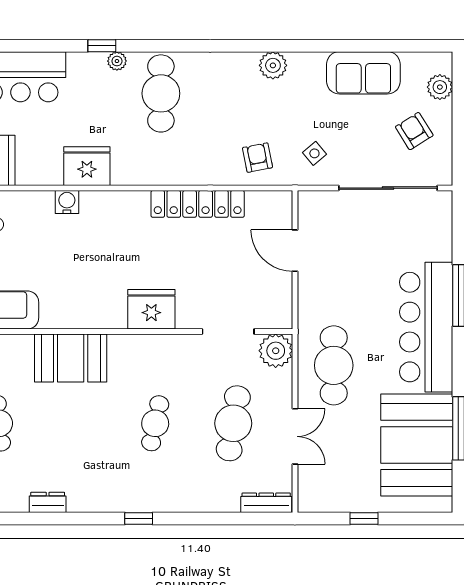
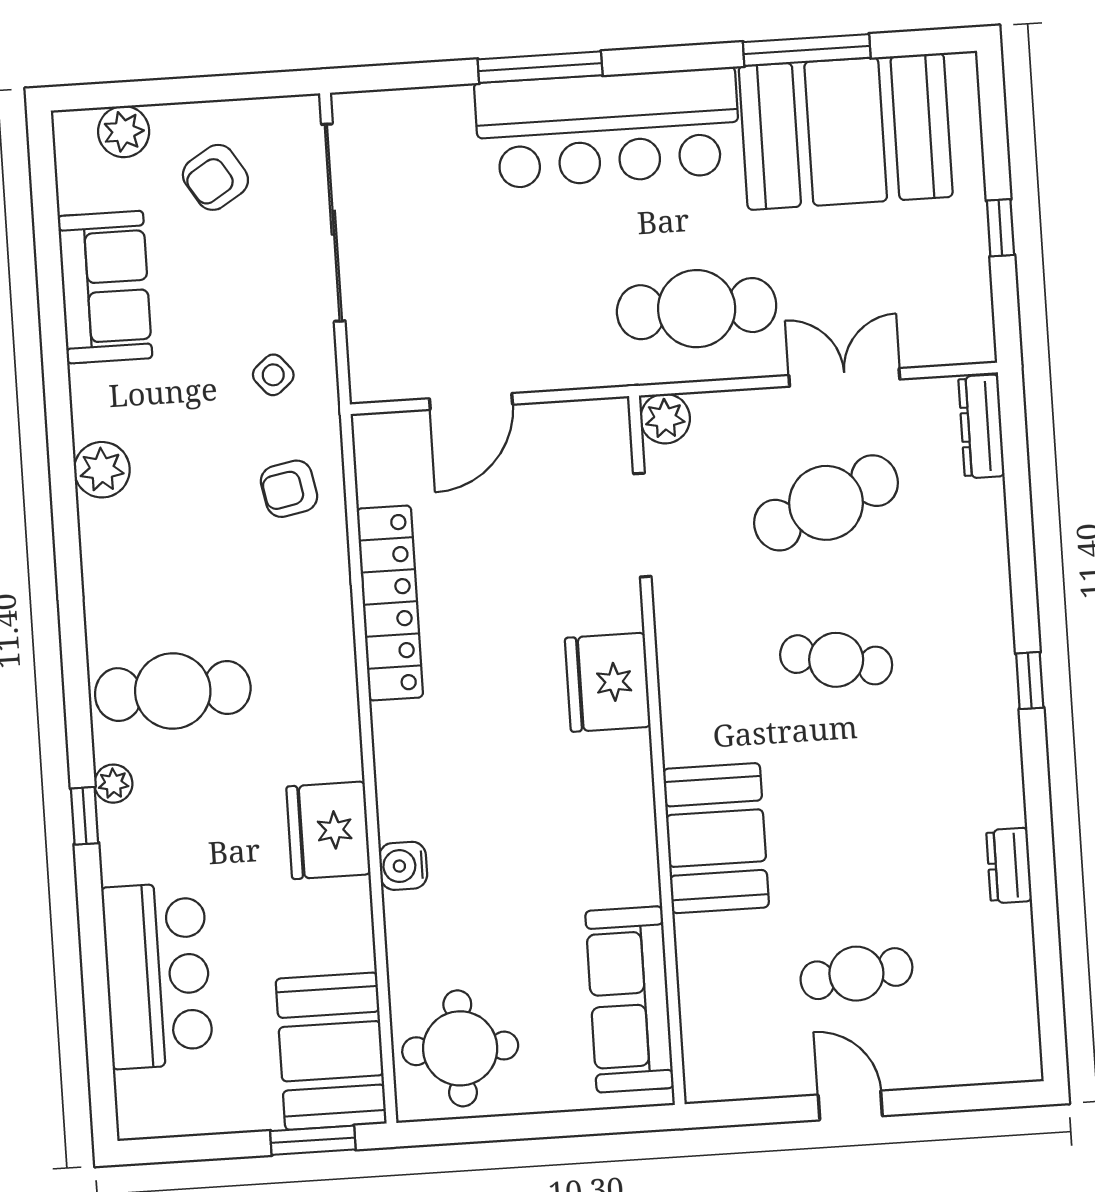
plant: (276, 351) -> (665, 419), width x0.73, depth x0.73
cafe table: (233, 423) -> (826, 503), turned -30

